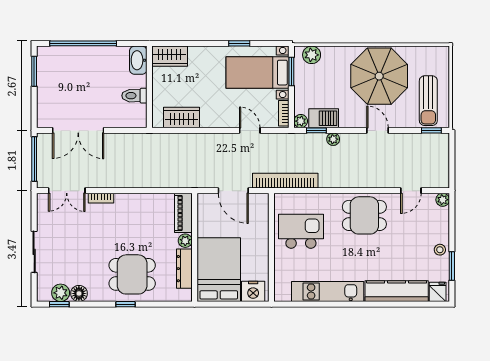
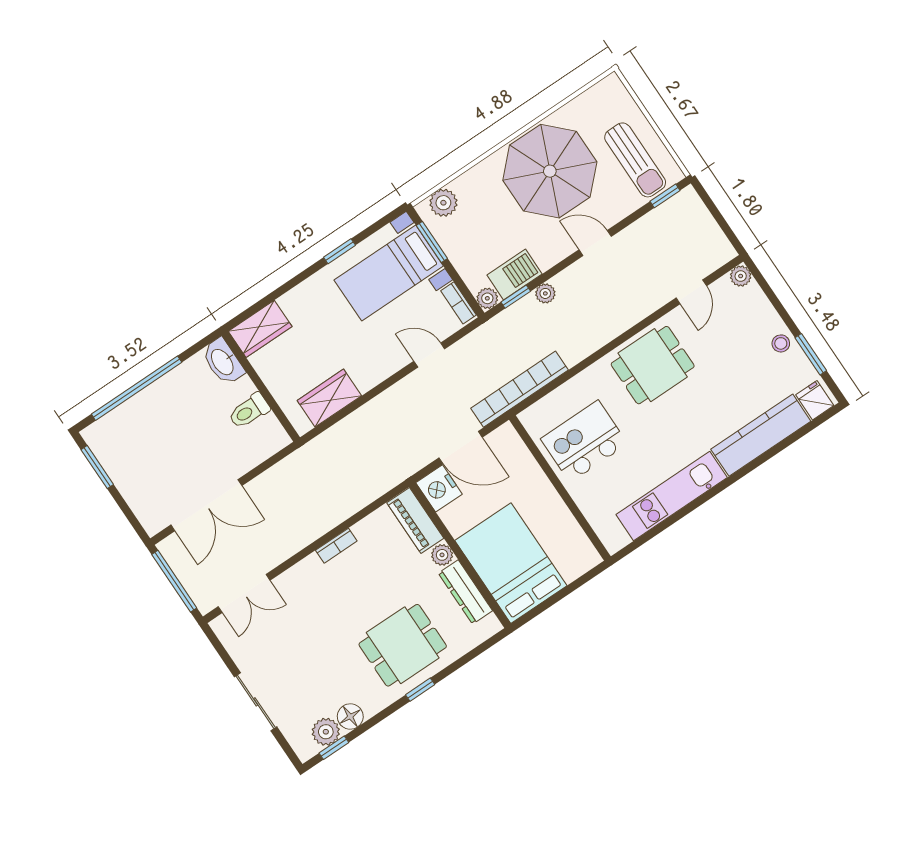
bookcase: (101, 198) -> (336, 546), moved
nightstand: (253, 291) -> (439, 488), moved, turned 90

